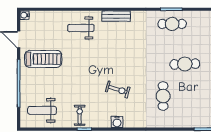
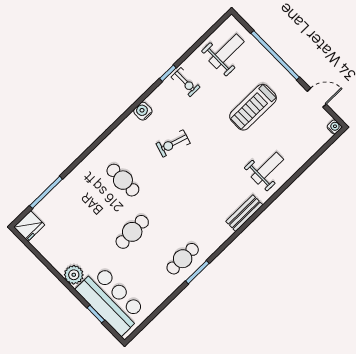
treadmill: (43, 59) -> (253, 107), moved

